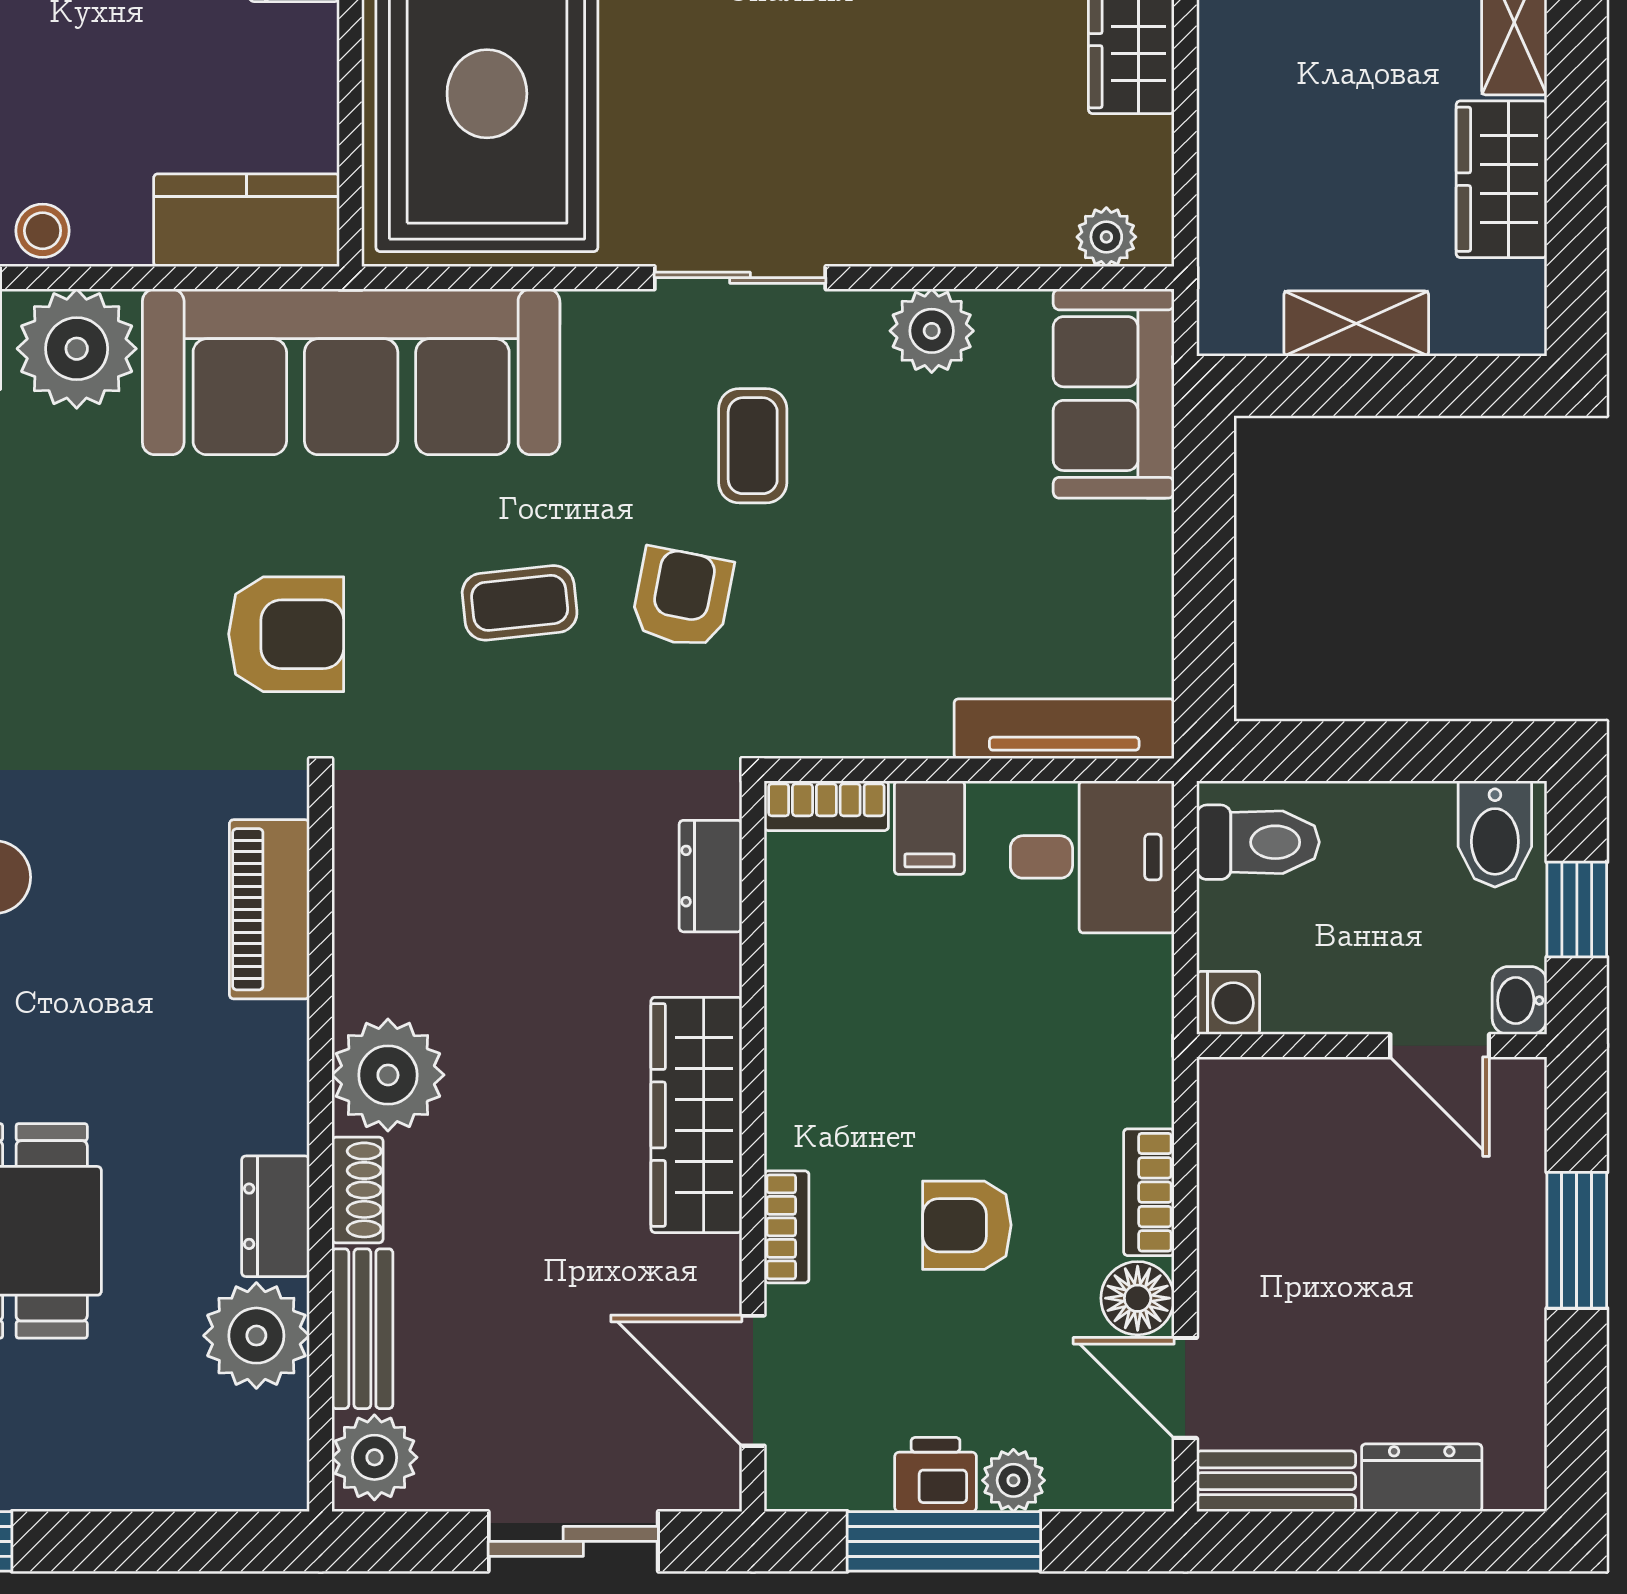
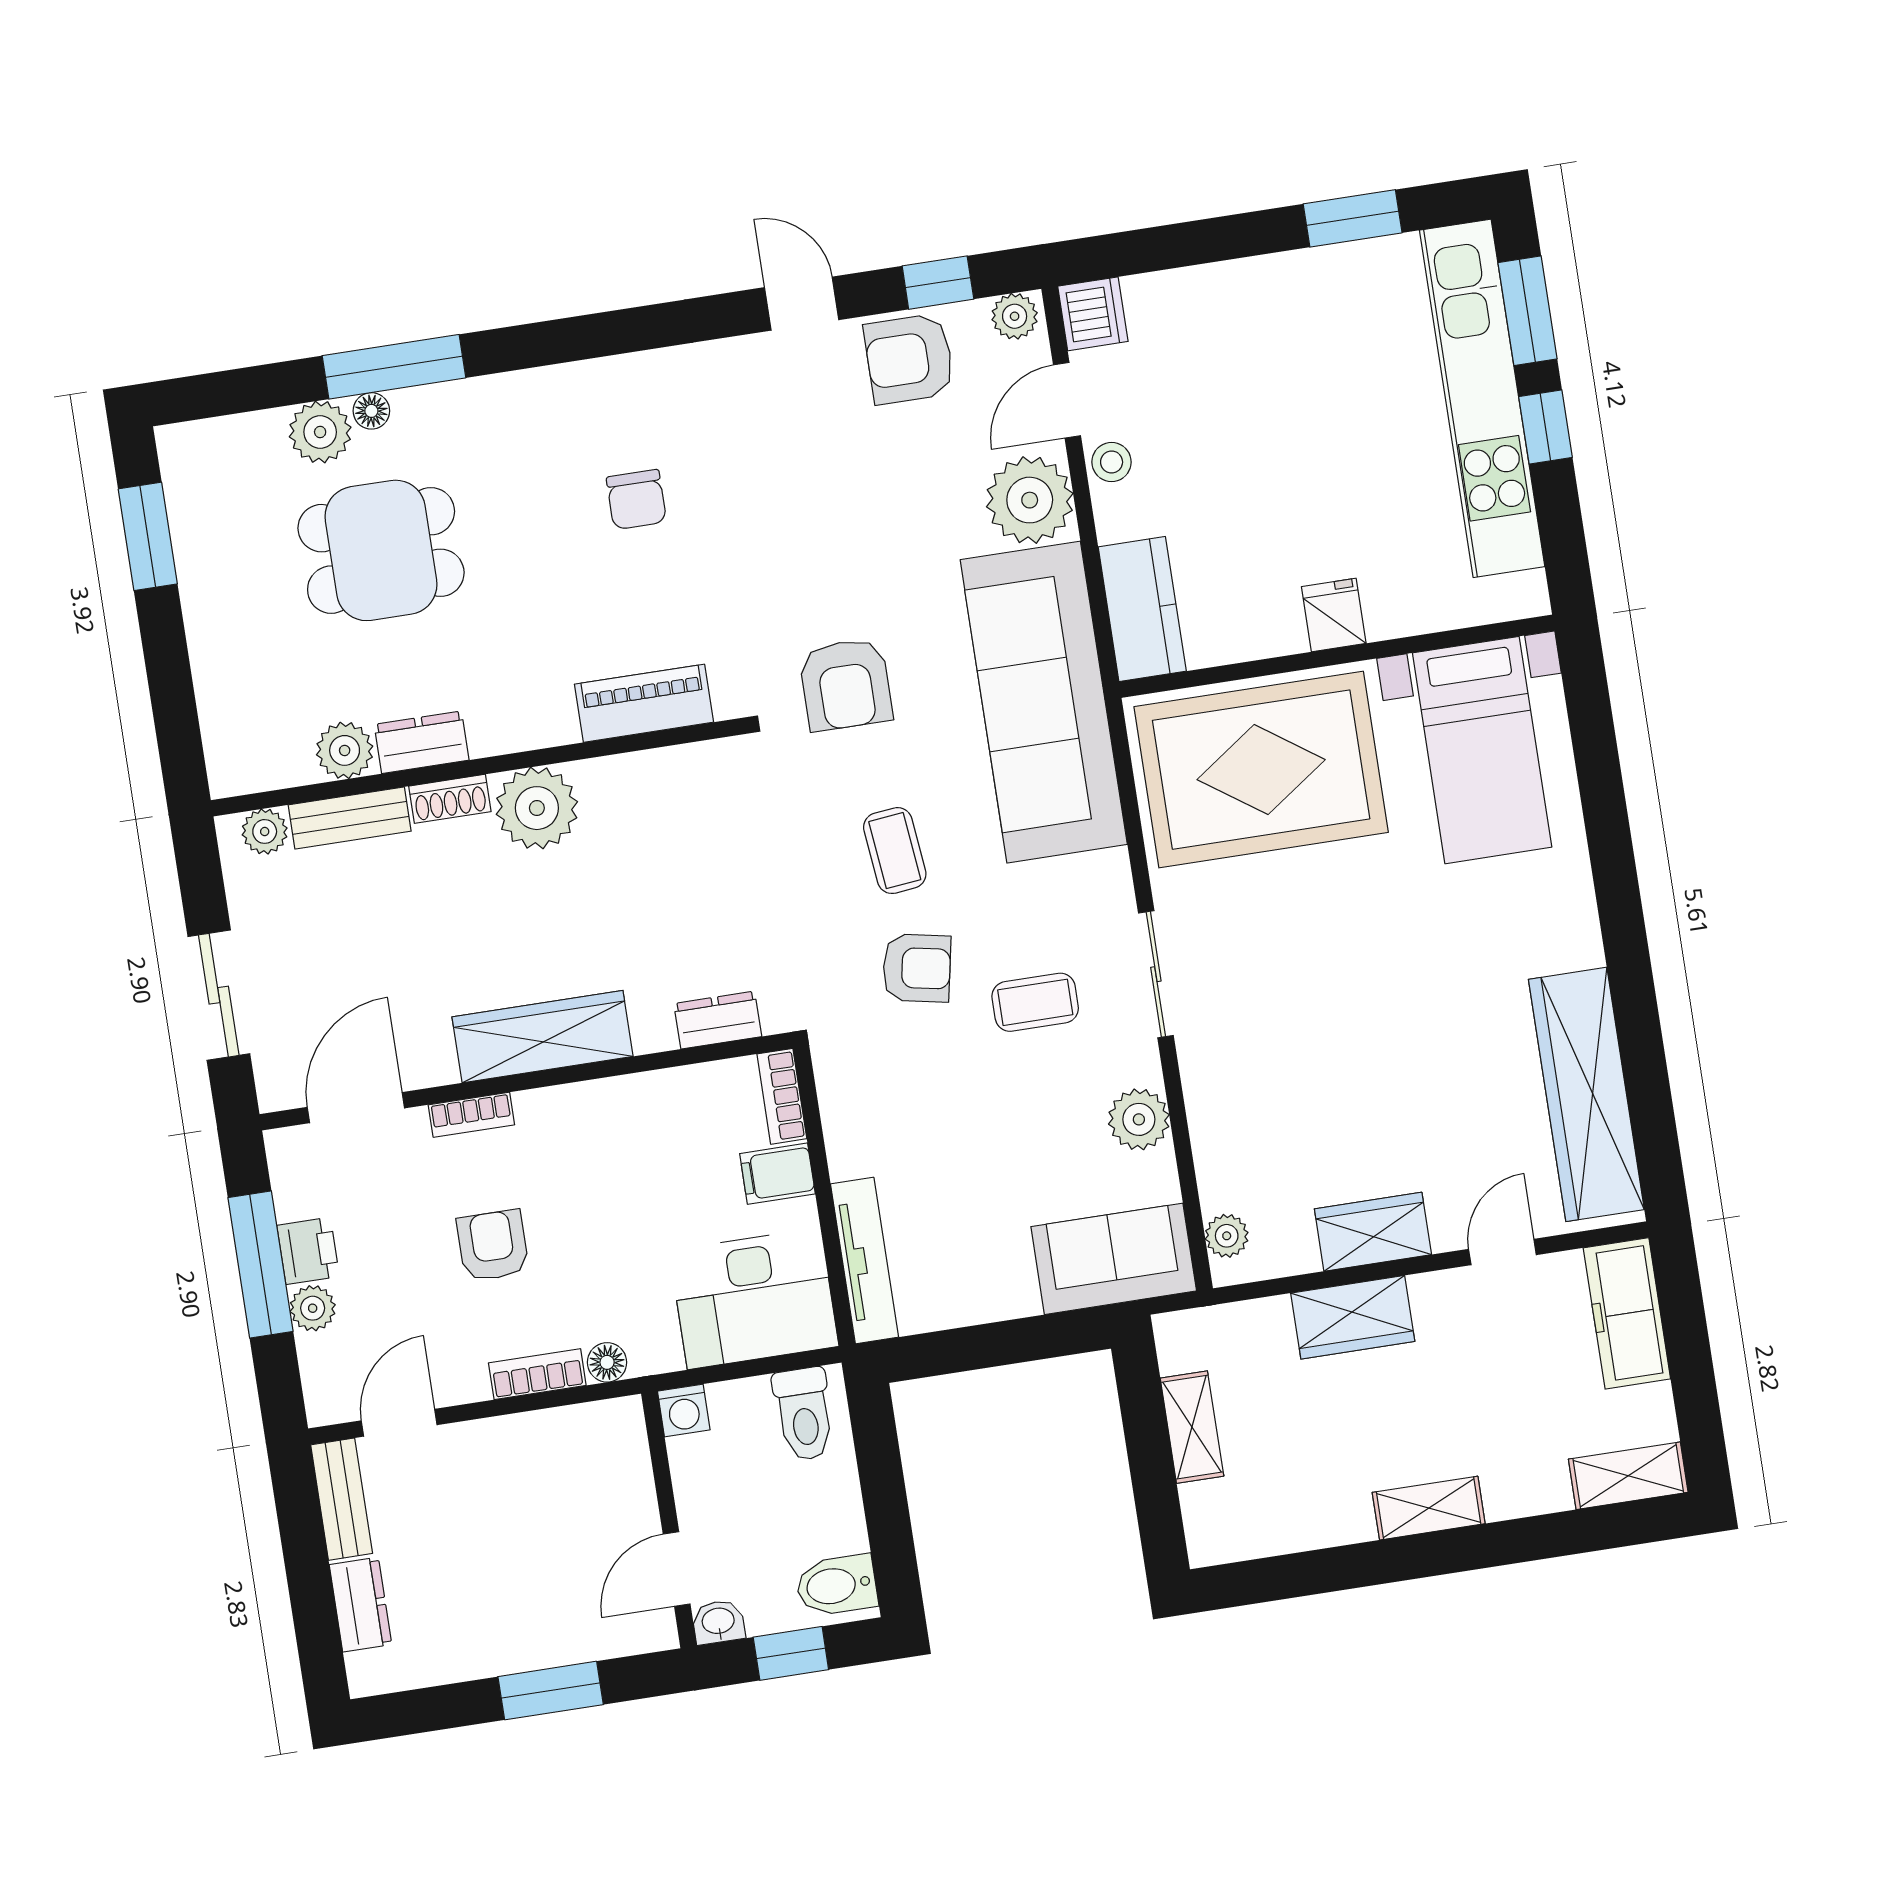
wardrobe: (1502, 179) -> (1353, 1317), moved, turned 180
desk: (1092, 857) -> (754, 1299), width x1.37
floor lamp: (1138, 1298) -> (607, 1362), moved, width x0.73, depth x0.73
plant: (256, 1336) -> (345, 750), width x0.73, depth x0.73
plant: (374, 1457) -> (265, 831), width x0.73, depth x0.73

